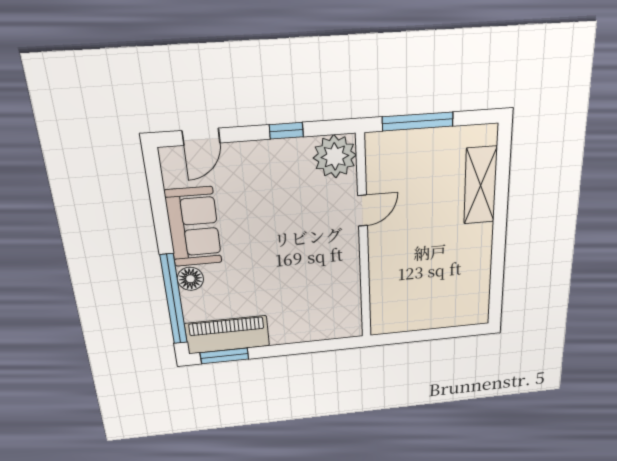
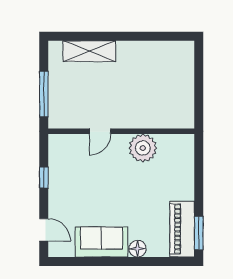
plant: (335, 156) -> (143, 148), moved
door: (362, 211) -> (100, 131), swing flipped
window: (174, 300) -> (152, 262), removed

